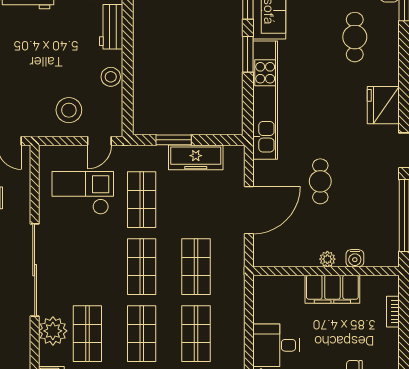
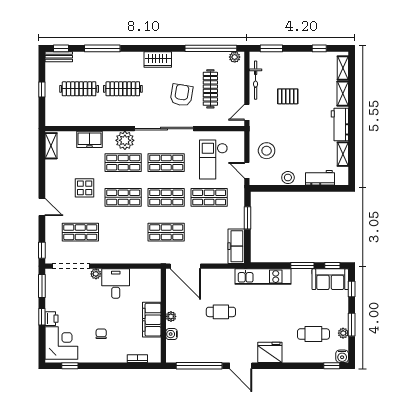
kitchen unit: (265, 100) -> (263, 277), width x0.73
freezer: (196, 157) -> (236, 246), moved
checkout: (83, 193) -> (213, 160), turned 180
door: (249, 210) -> (185, 266), moved
shop shelf: (196, 334) -> (166, 163), moved

